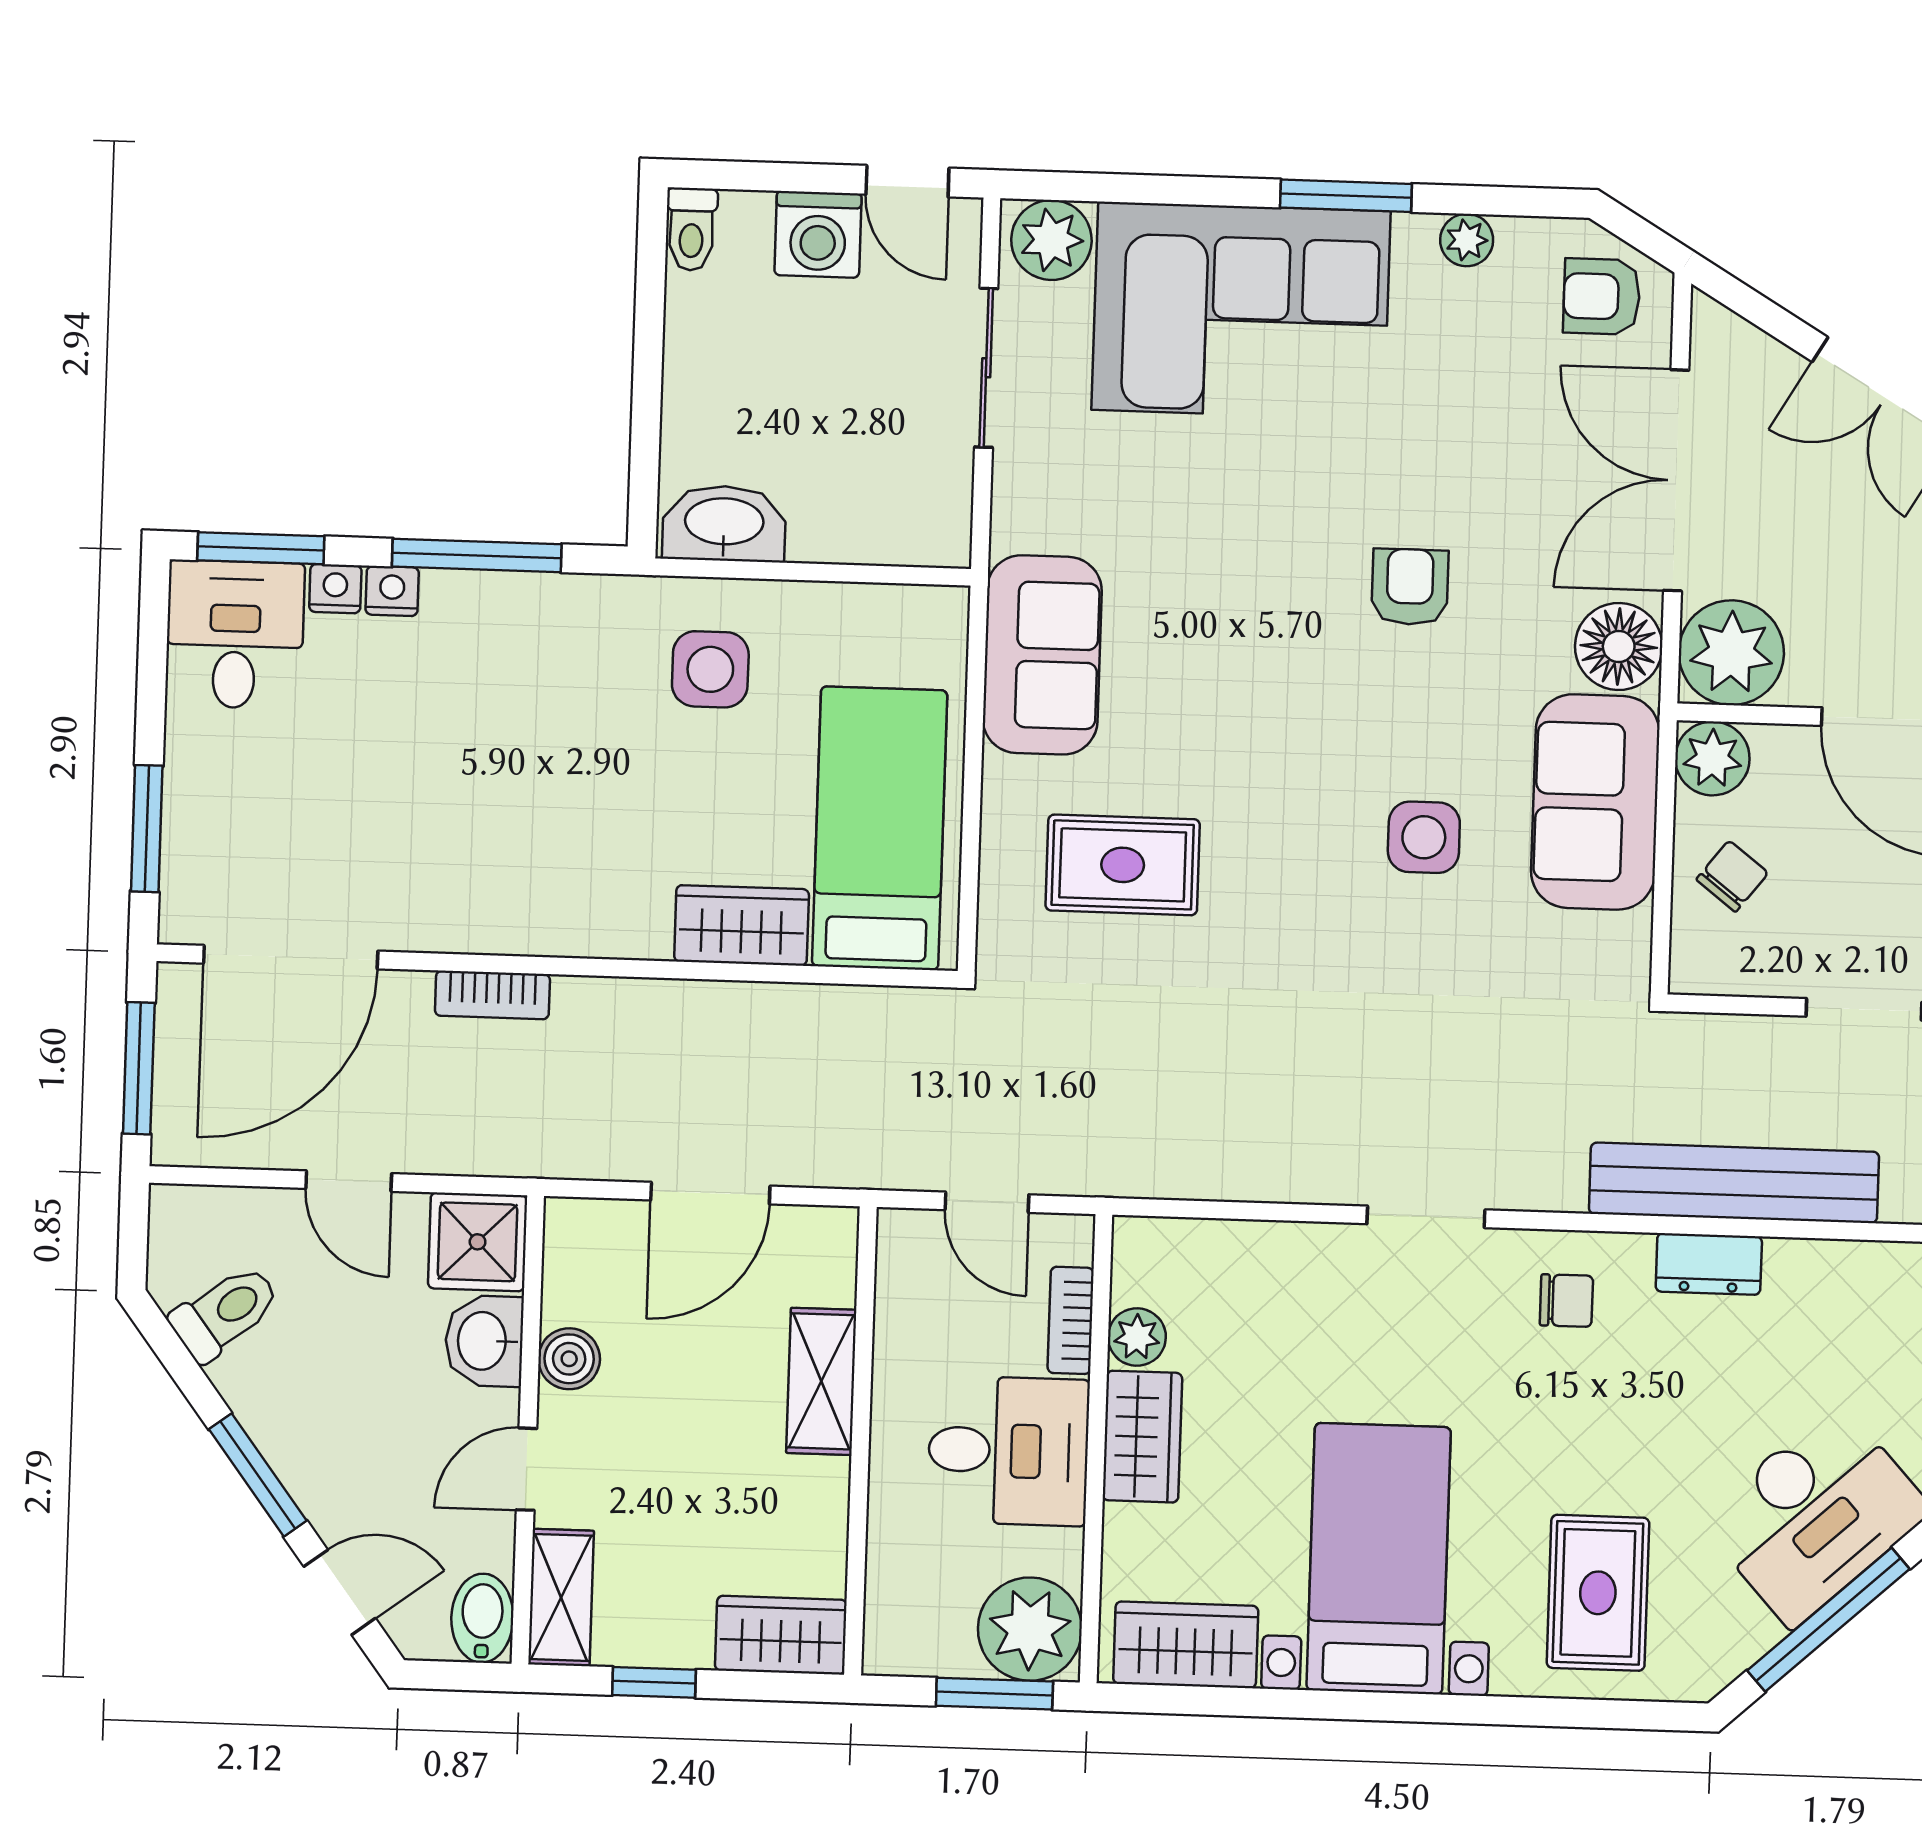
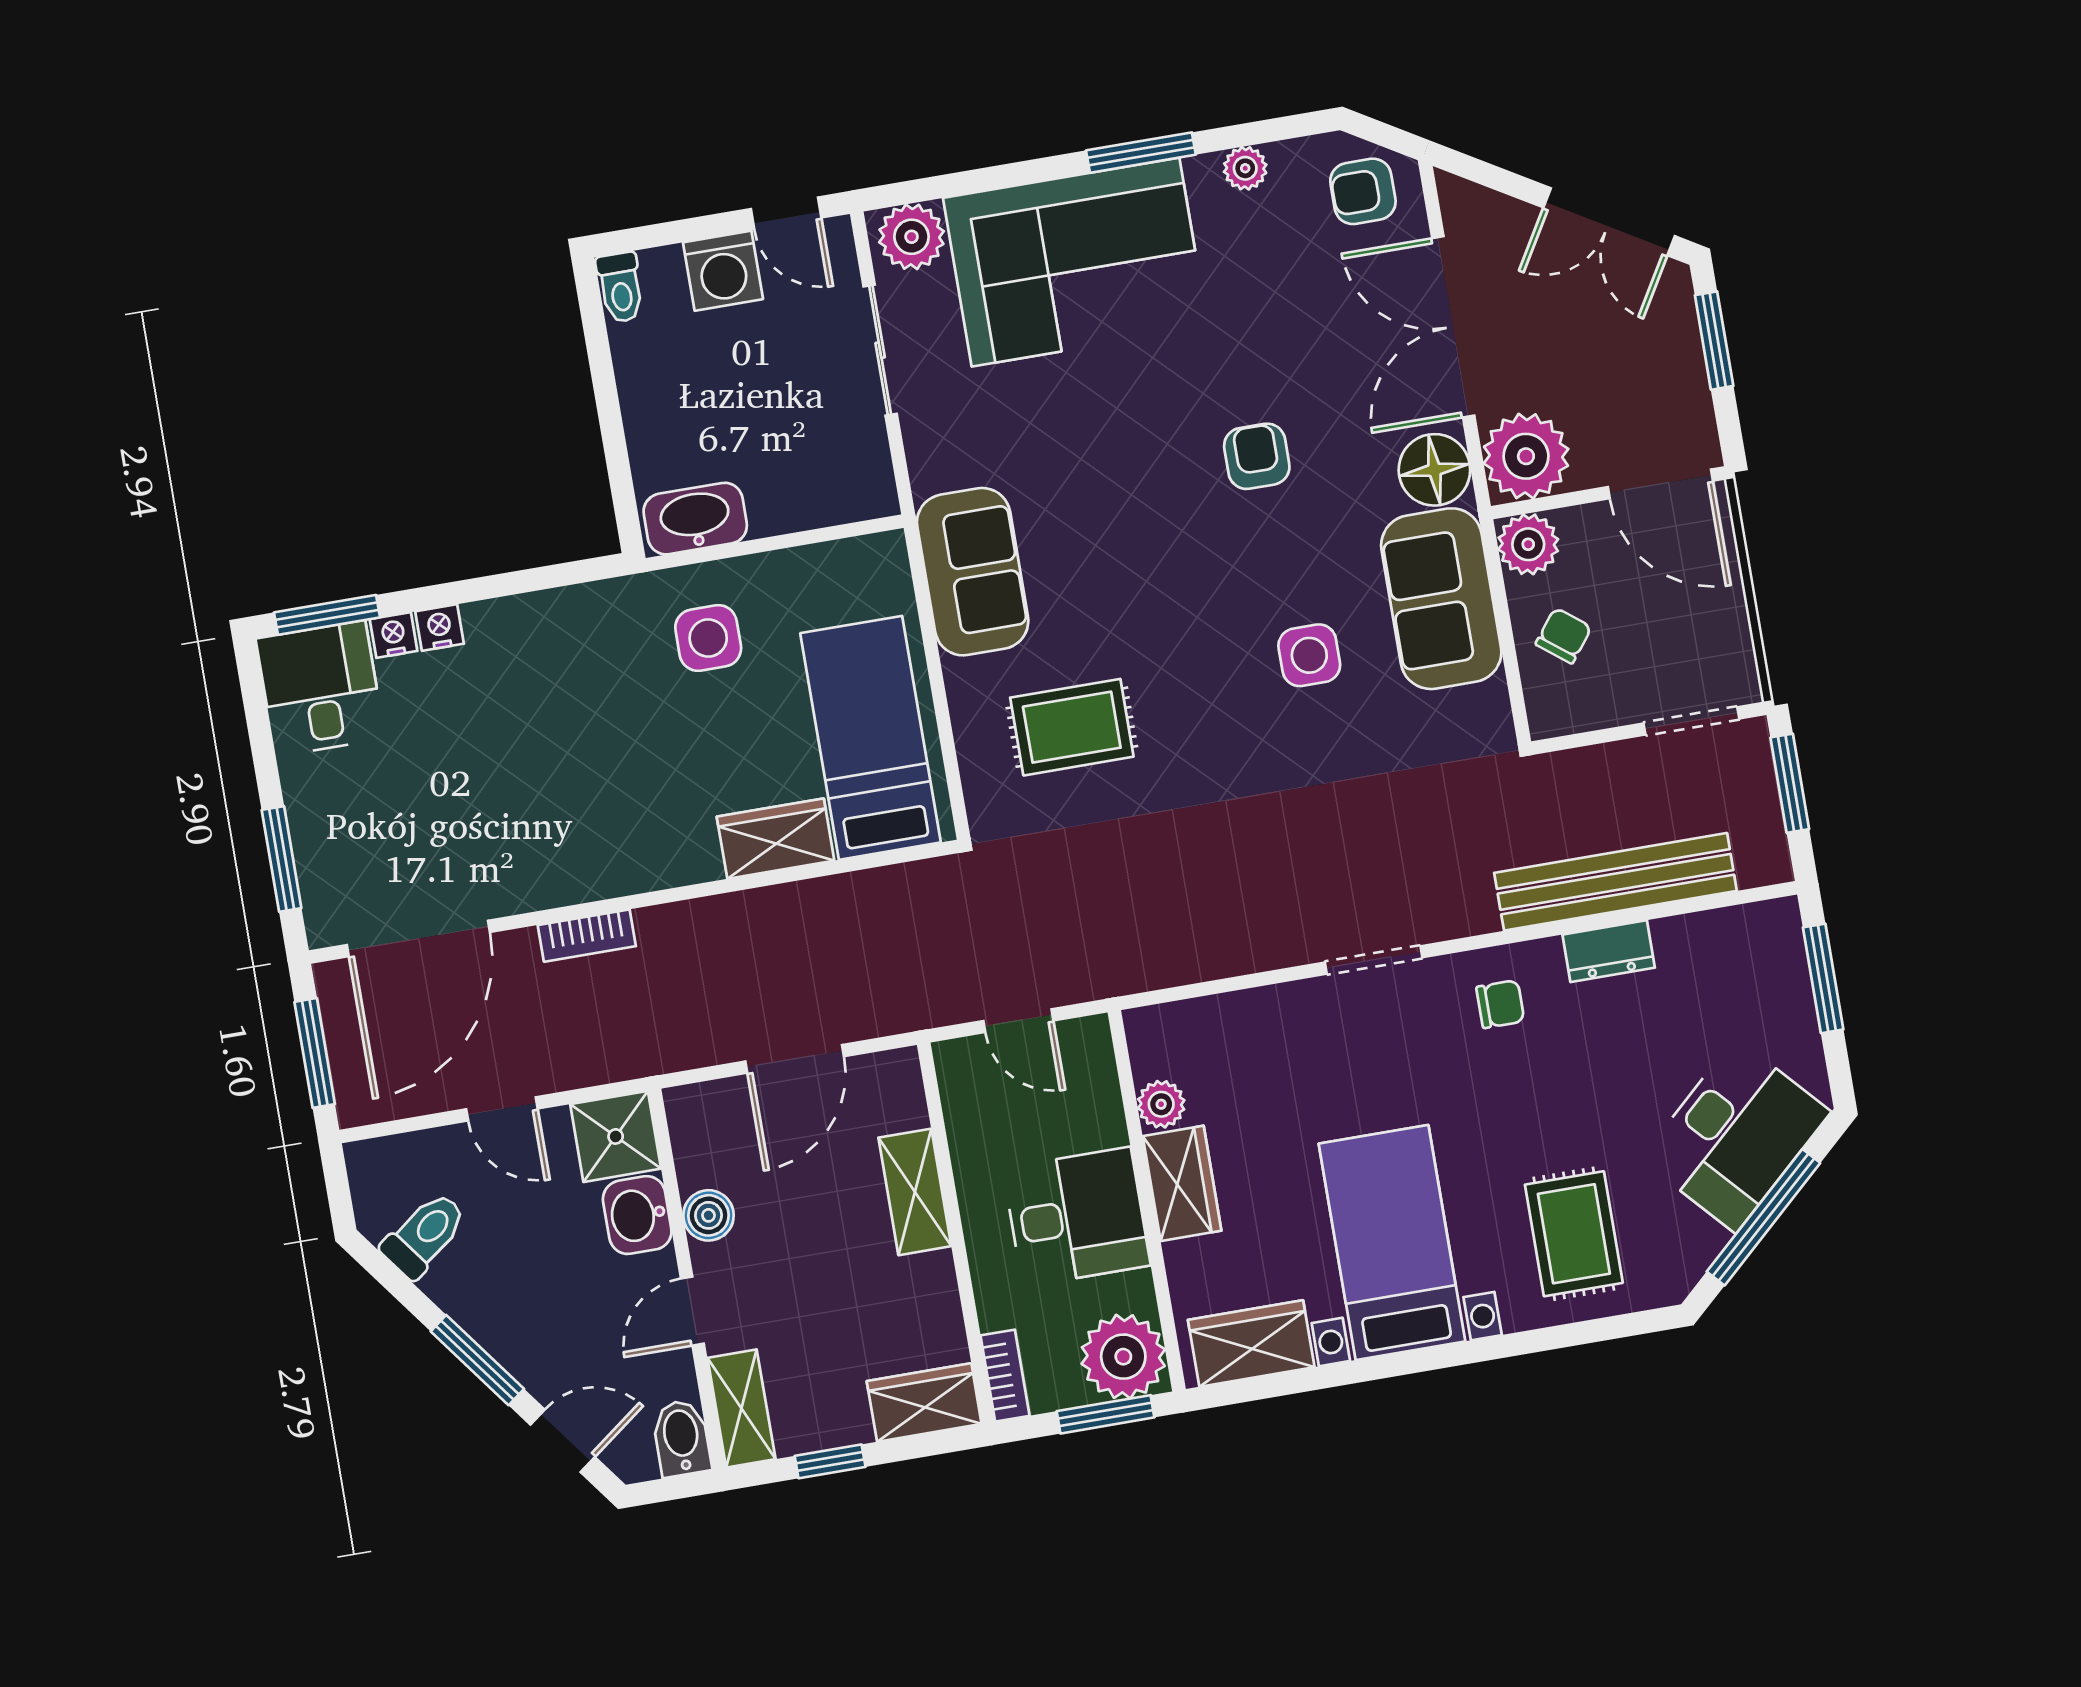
window: (477, 555) -> (502, 585), removed
bookcase: (1071, 1320) -> (1005, 1376), moved, turned 180

